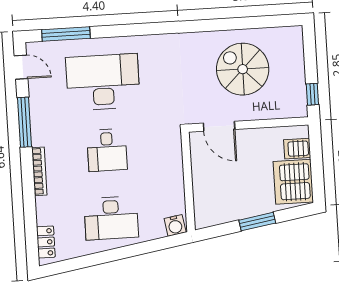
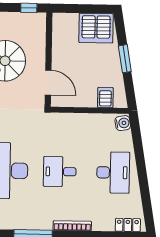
door: (219, 126) -> (48, 83), hinge flipped
server rack: (297, 149) -> (105, 98), moved, turned 180
desk: (107, 150) -> (60, 172), turned 180

